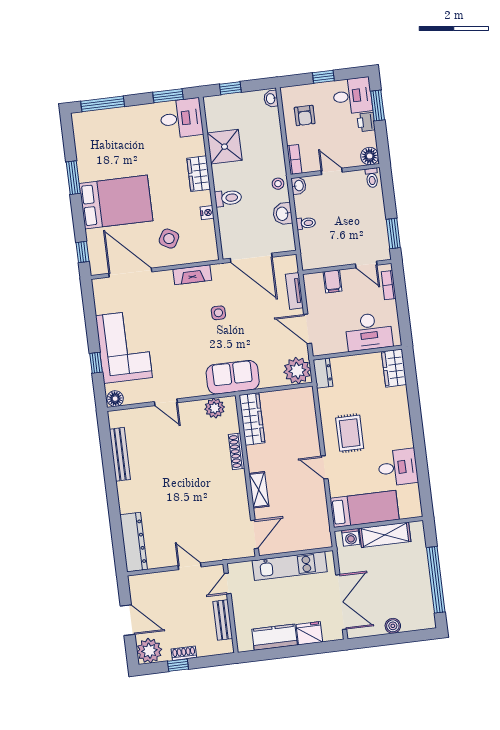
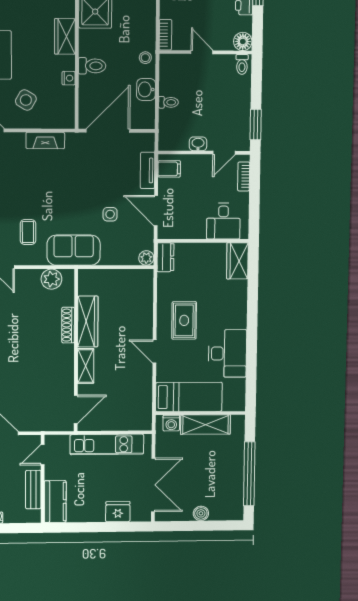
washbasin: (299, 186) -> (198, 144), moved, turned -90
door: (251, 258) -> (108, 131), swing flipped
door: (366, 265) -> (224, 153), hinge flipped
filing cabinet: (333, 281) -> (169, 169), moved, turned -90
side table: (218, 313) -> (110, 214), moved
desk: (369, 332) -> (223, 221), width x0.73
coffee table: (186, 365) -> (28, 232), added
plant: (297, 371) -> (146, 258), width x0.53, depth x0.53
wardrobe: (252, 419) -> (88, 322), moved
desk: (398, 467) -> (227, 353), width x1.37
kitchen counter: (275, 637) -> (55, 502), moved, turned 90

